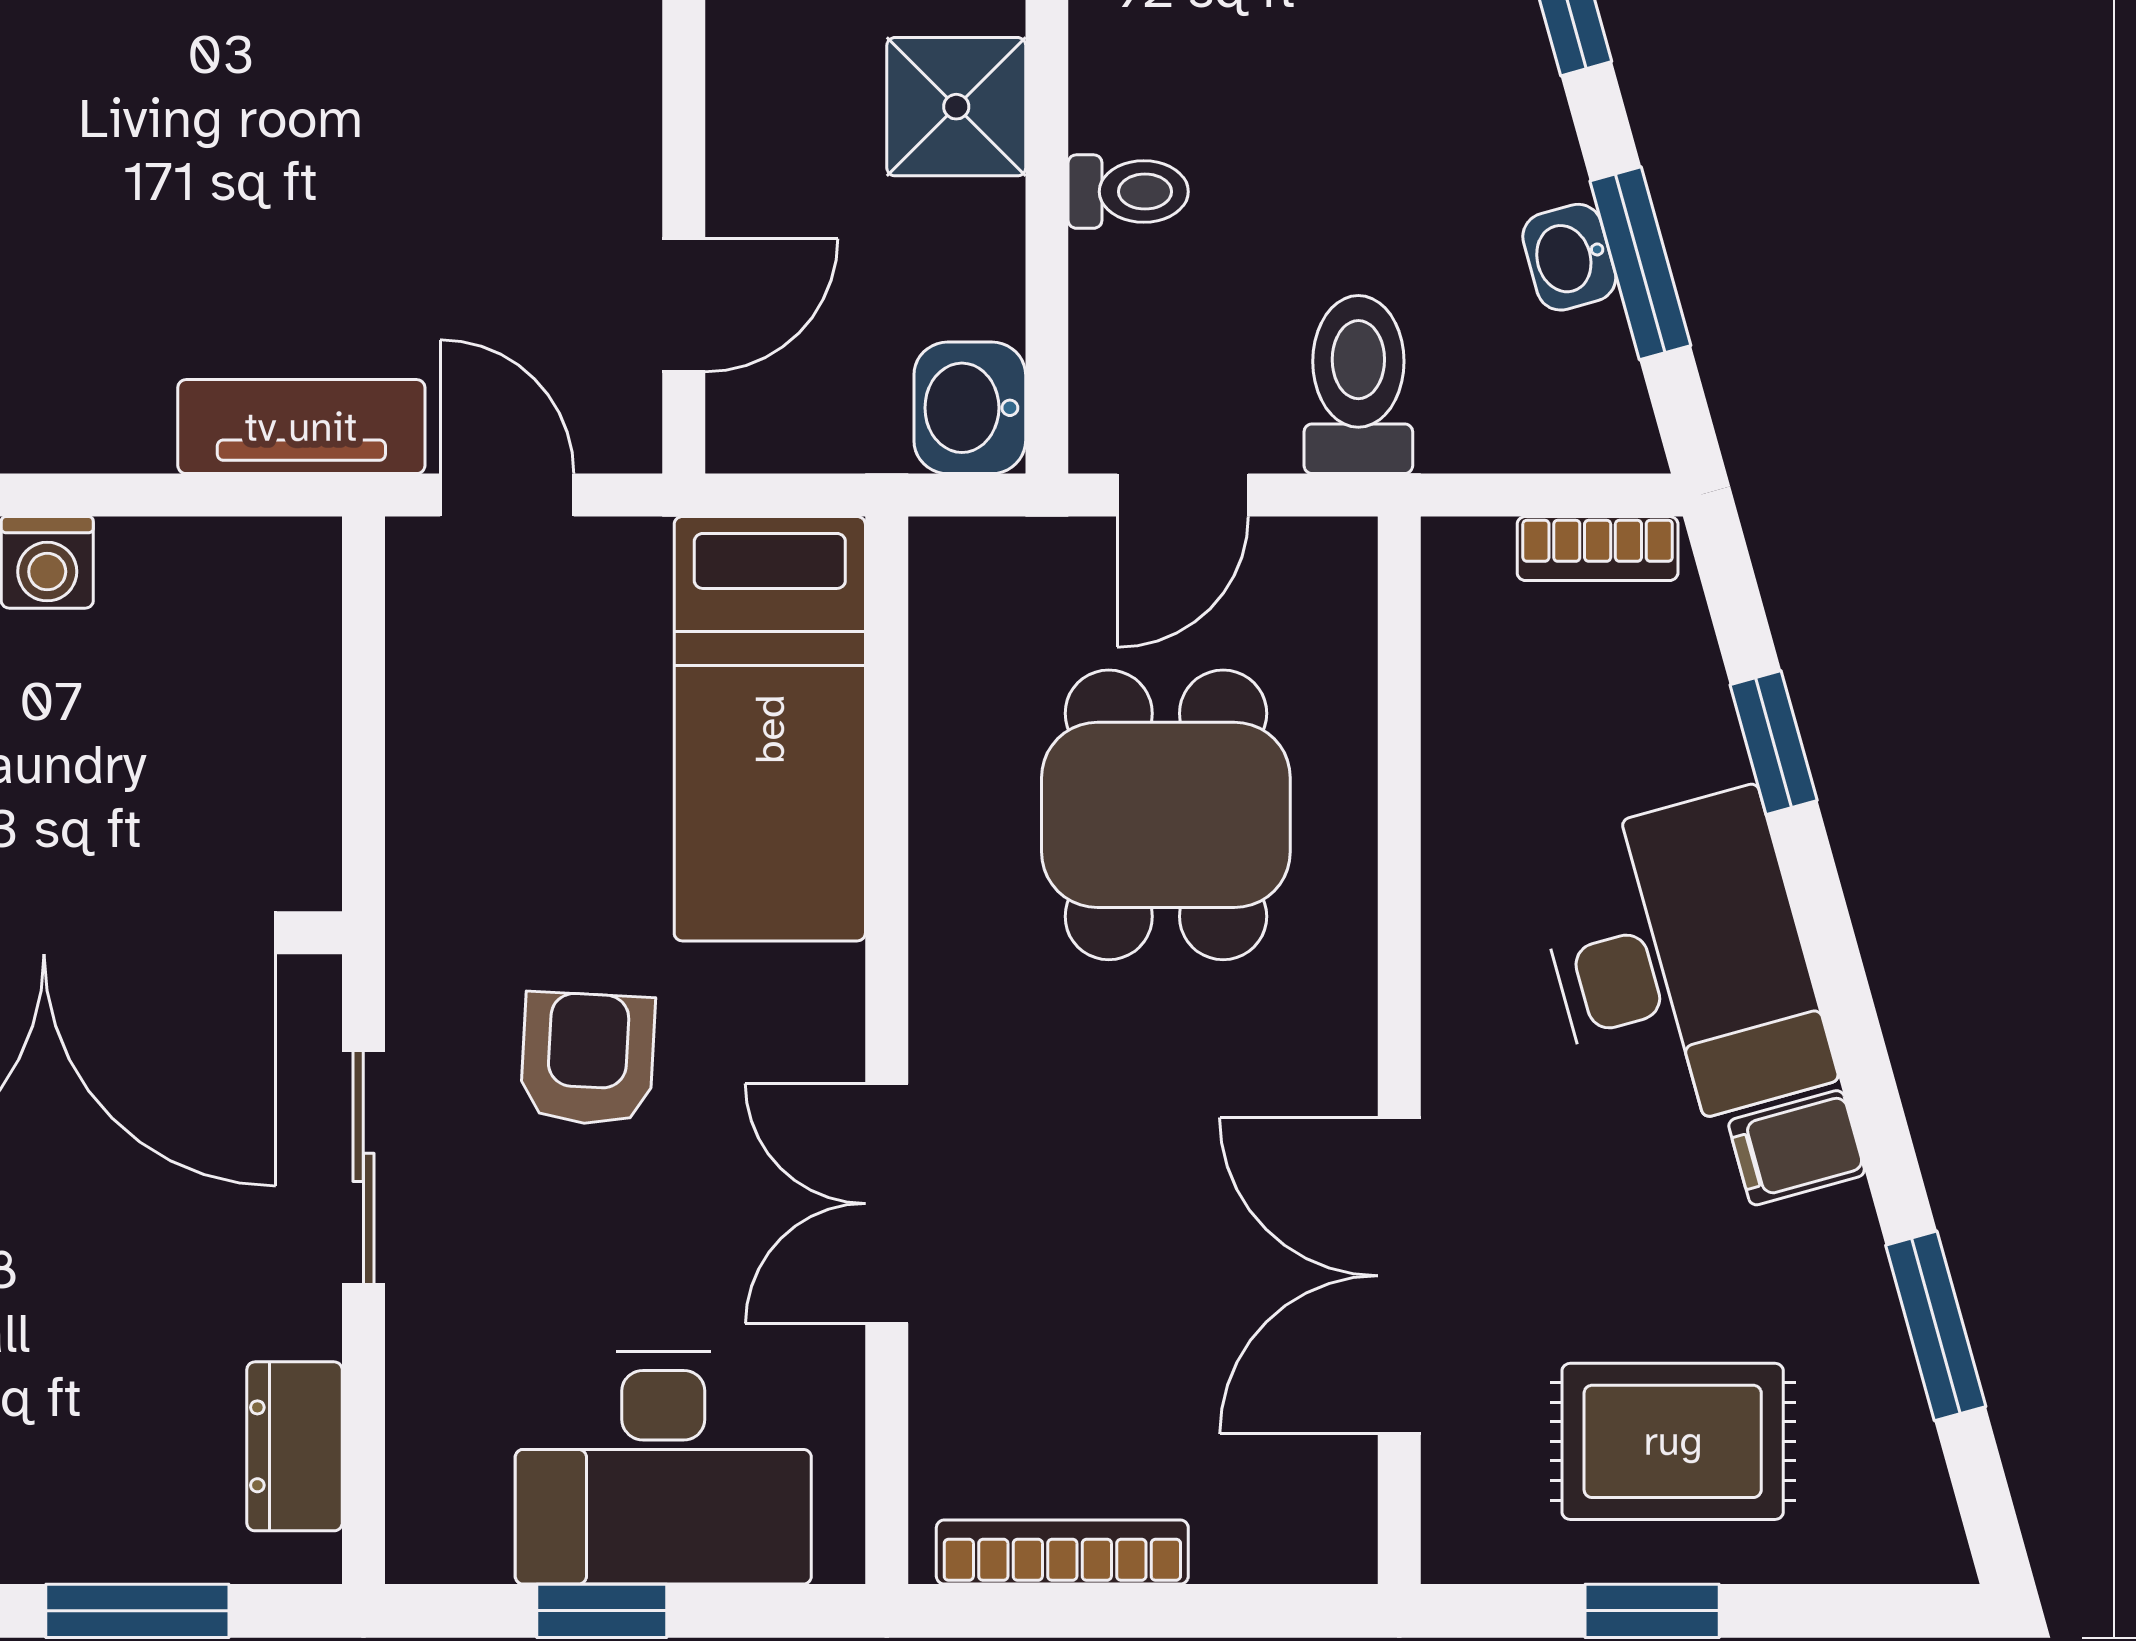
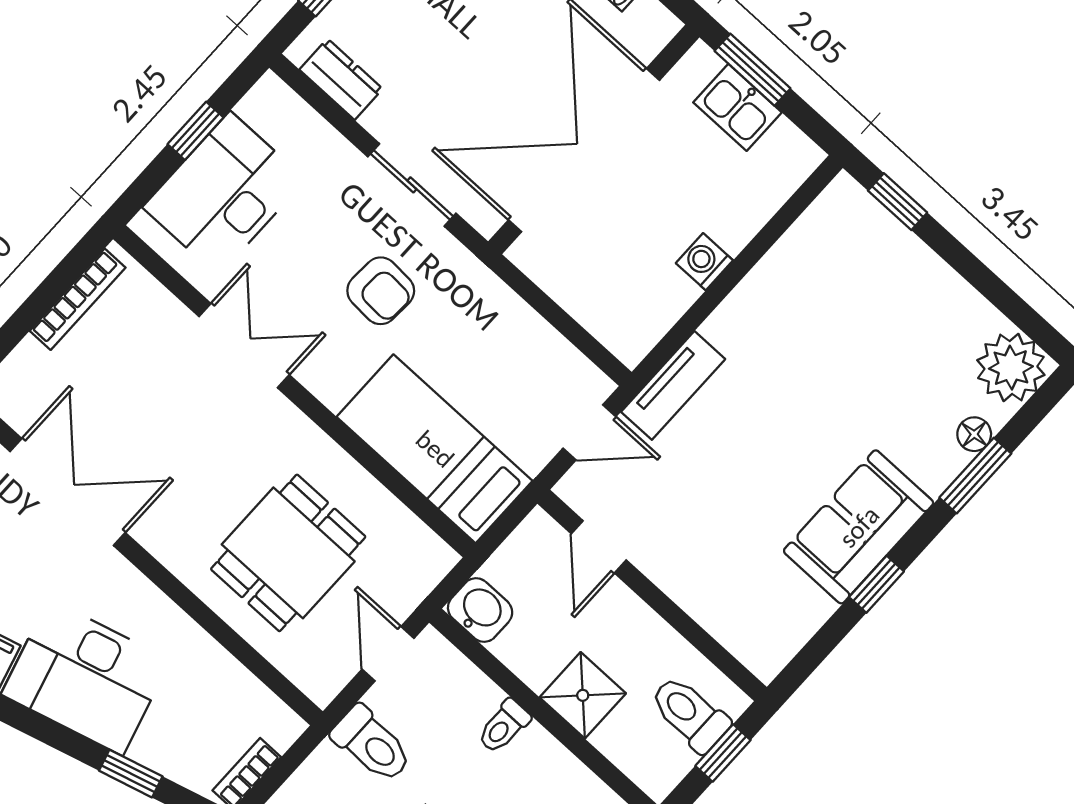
dining table: (1166, 815) -> (288, 553), turned 90

